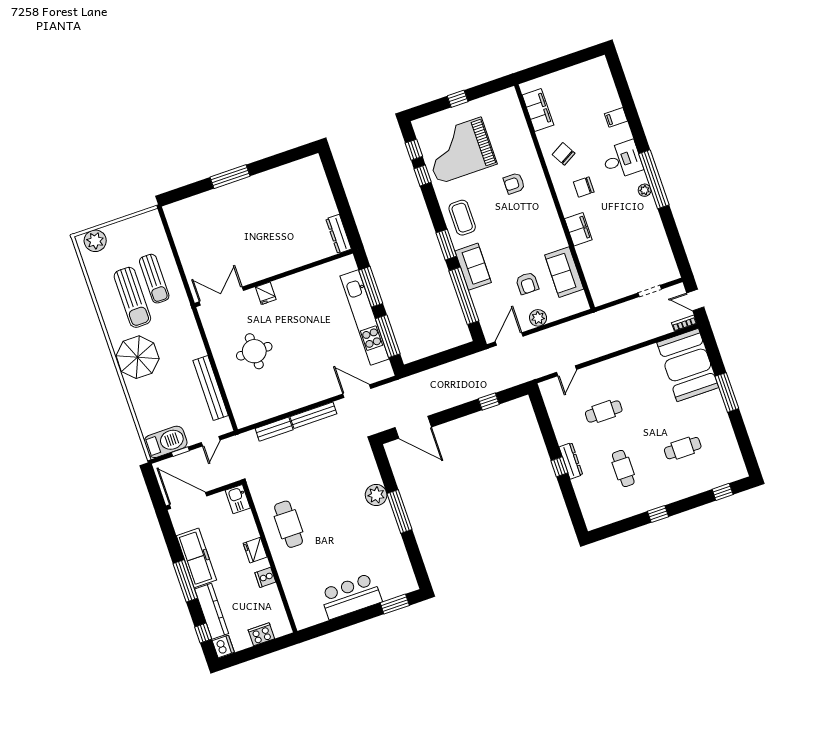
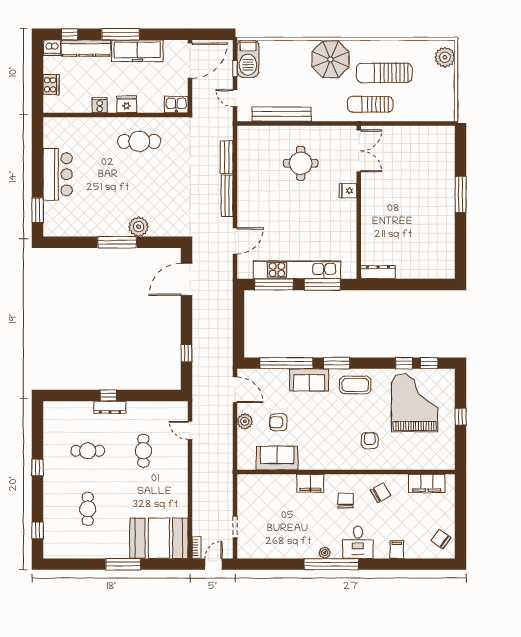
chair: (590, 76) -> (441, 539), added
sun lounger: (154, 279) -> (370, 104), moved

